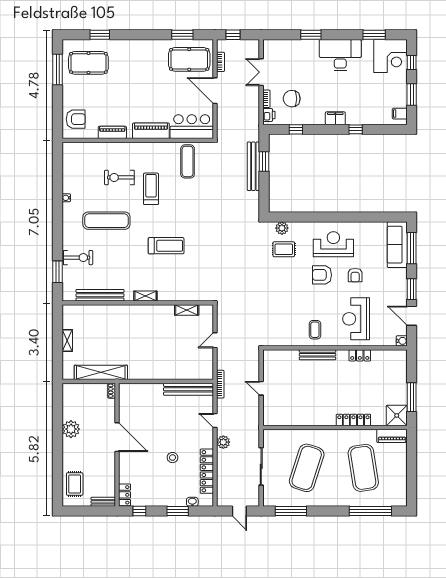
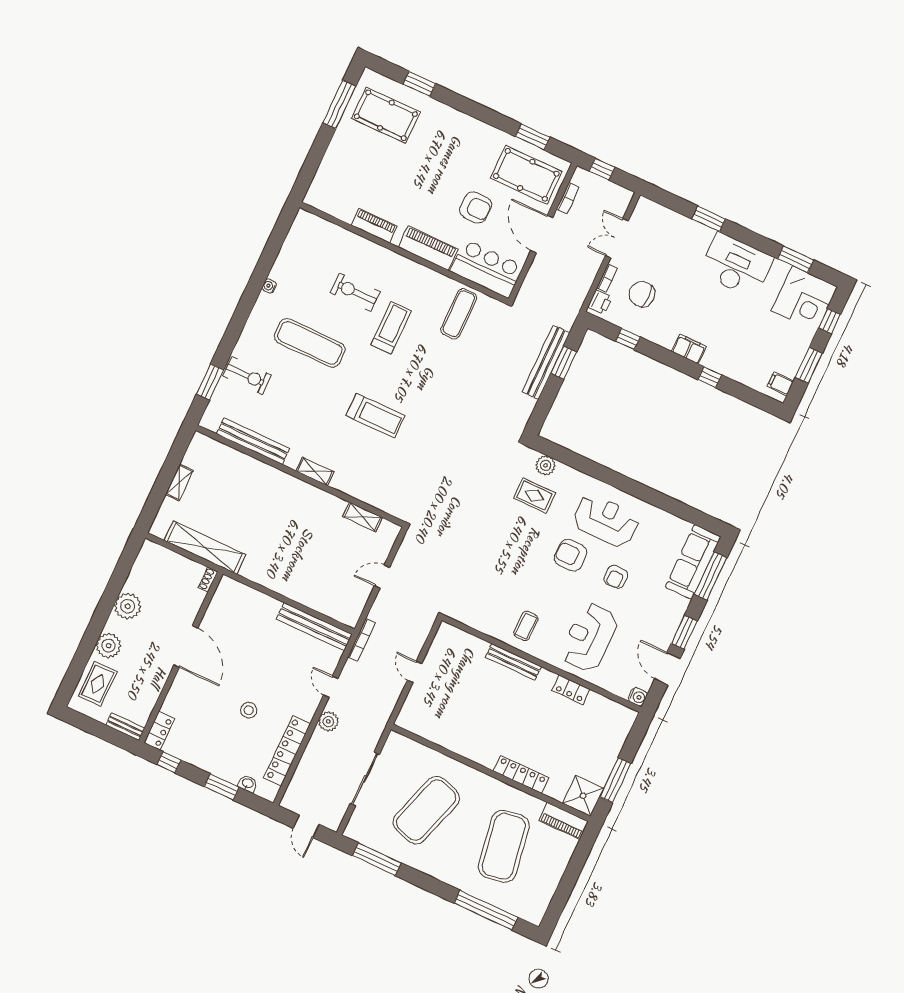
armchair: (76, 119) -> (476, 207), moved
plant: (70, 458) -> (108, 646), added

